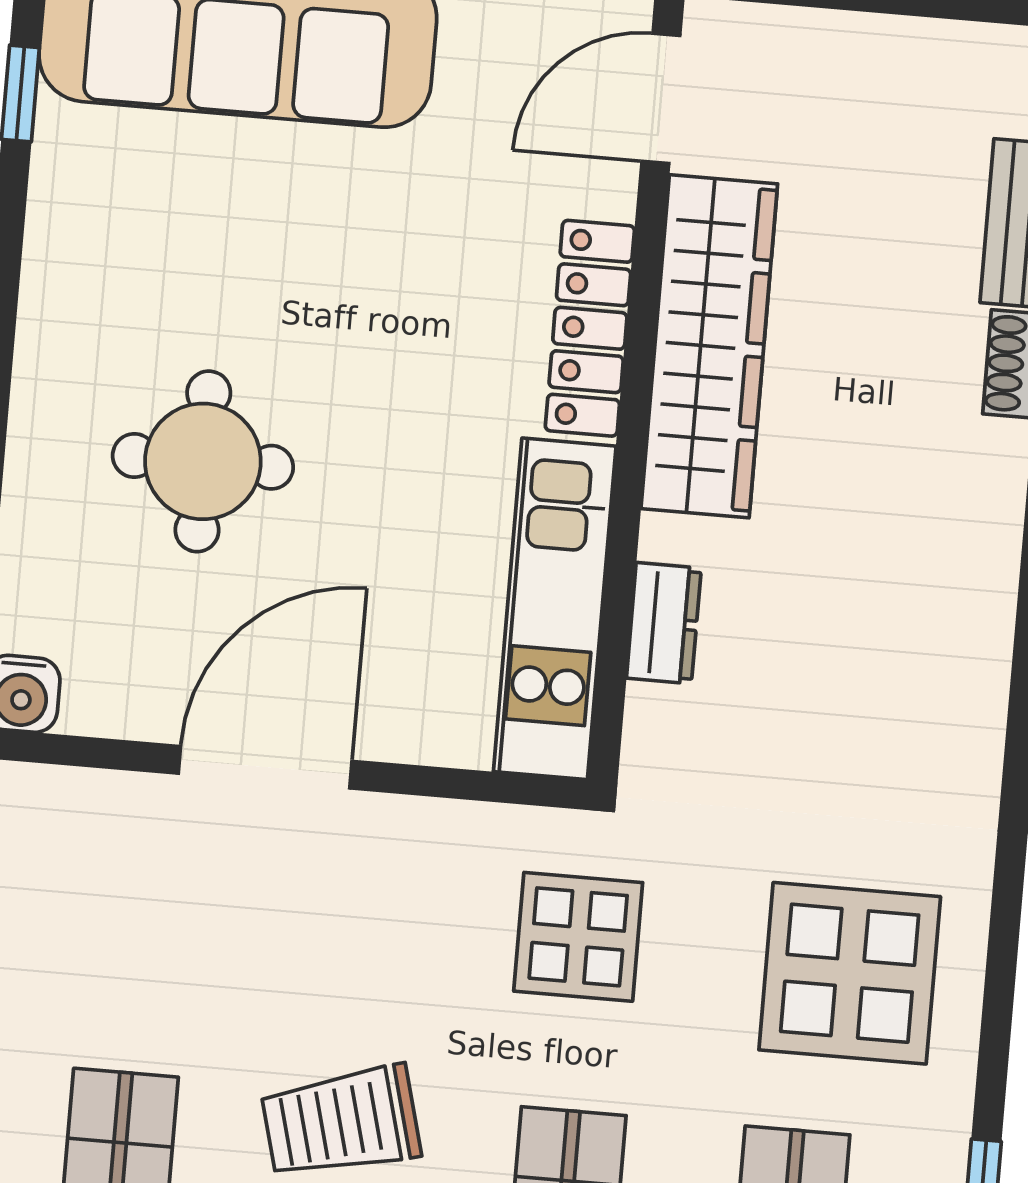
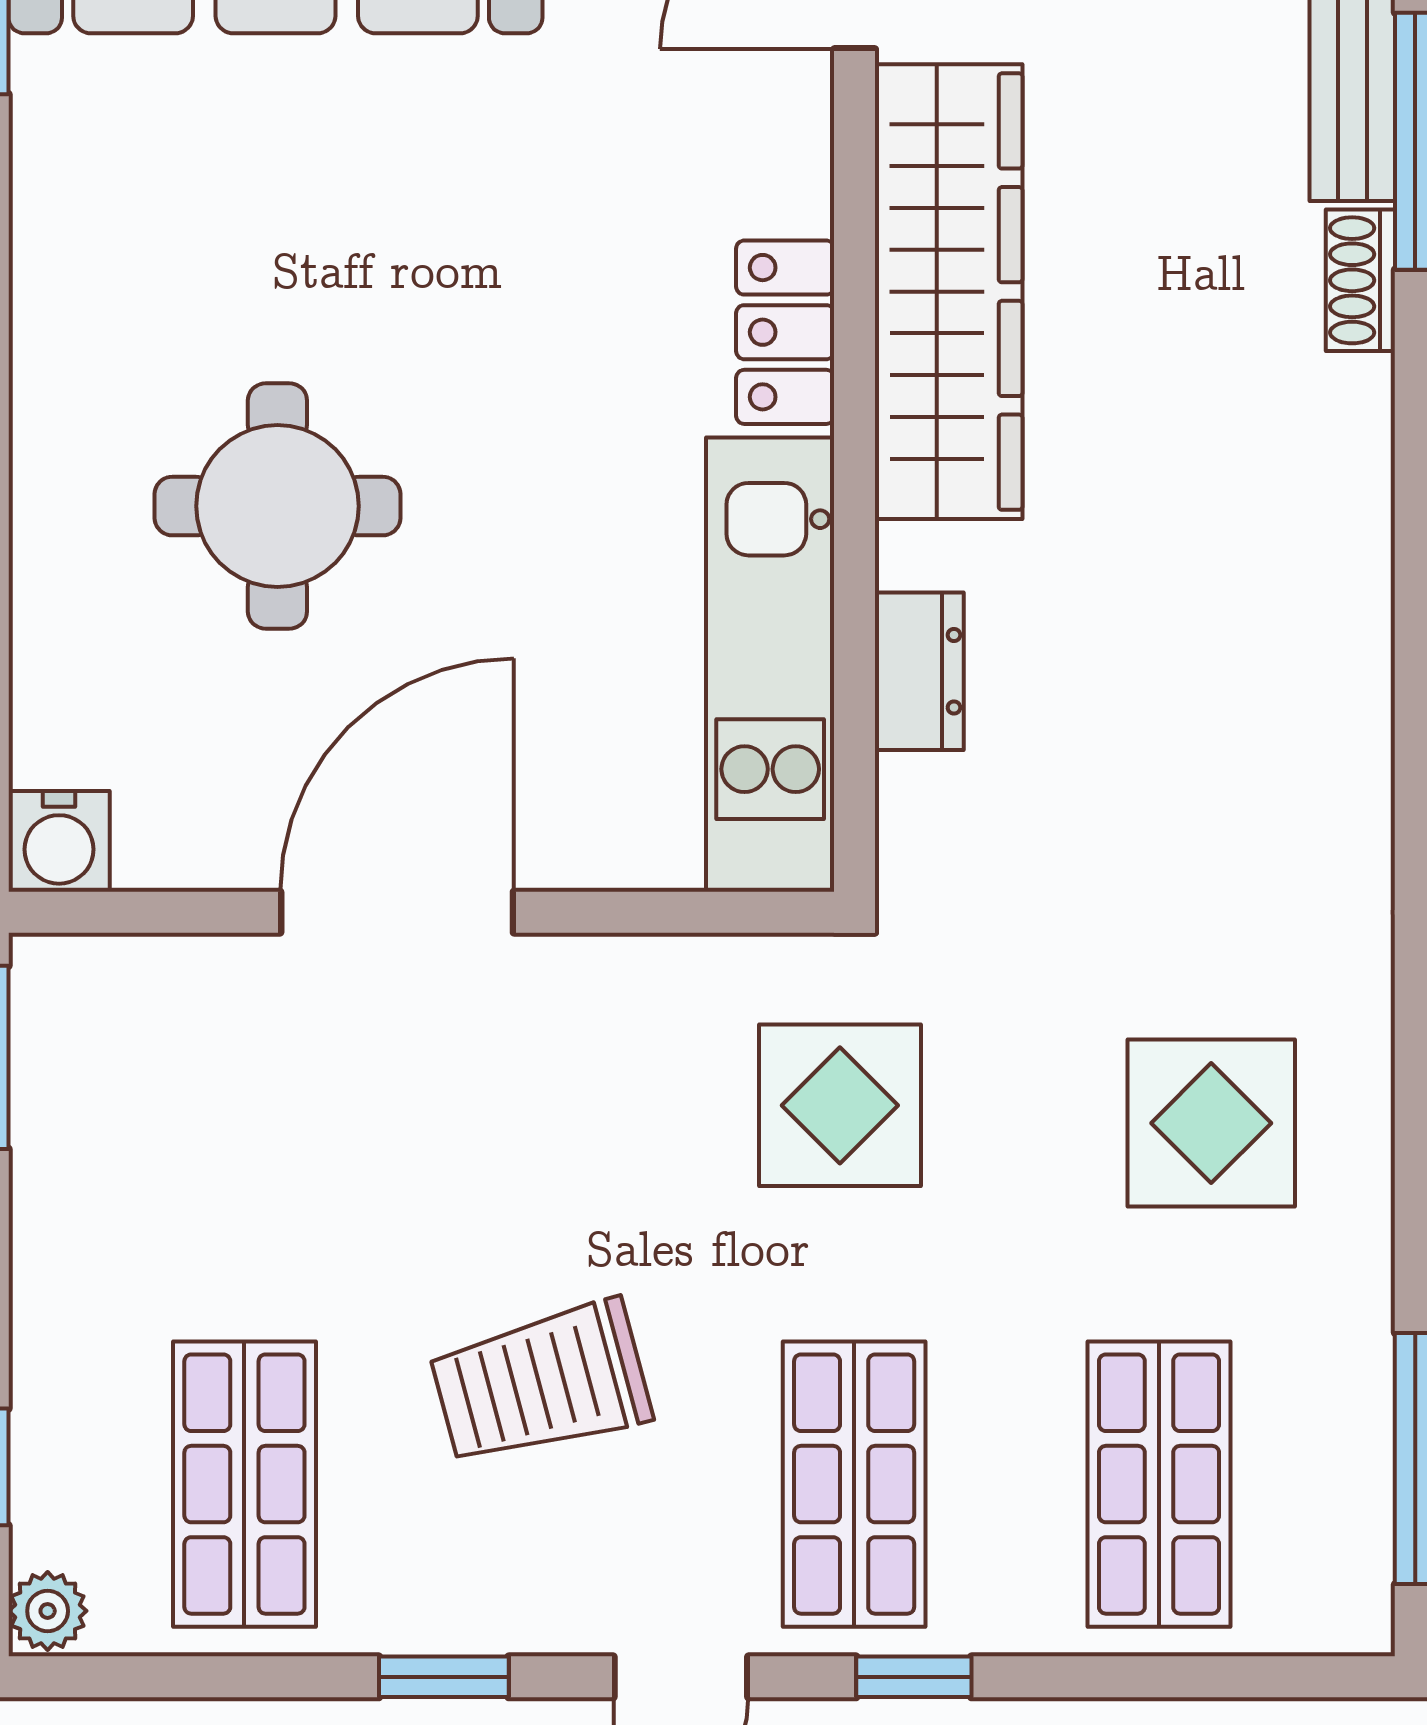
locker: (590, 328) -> (785, 332), width x0.66
display table: (850, 973) -> (1211, 1123), width x0.73, depth x0.73

